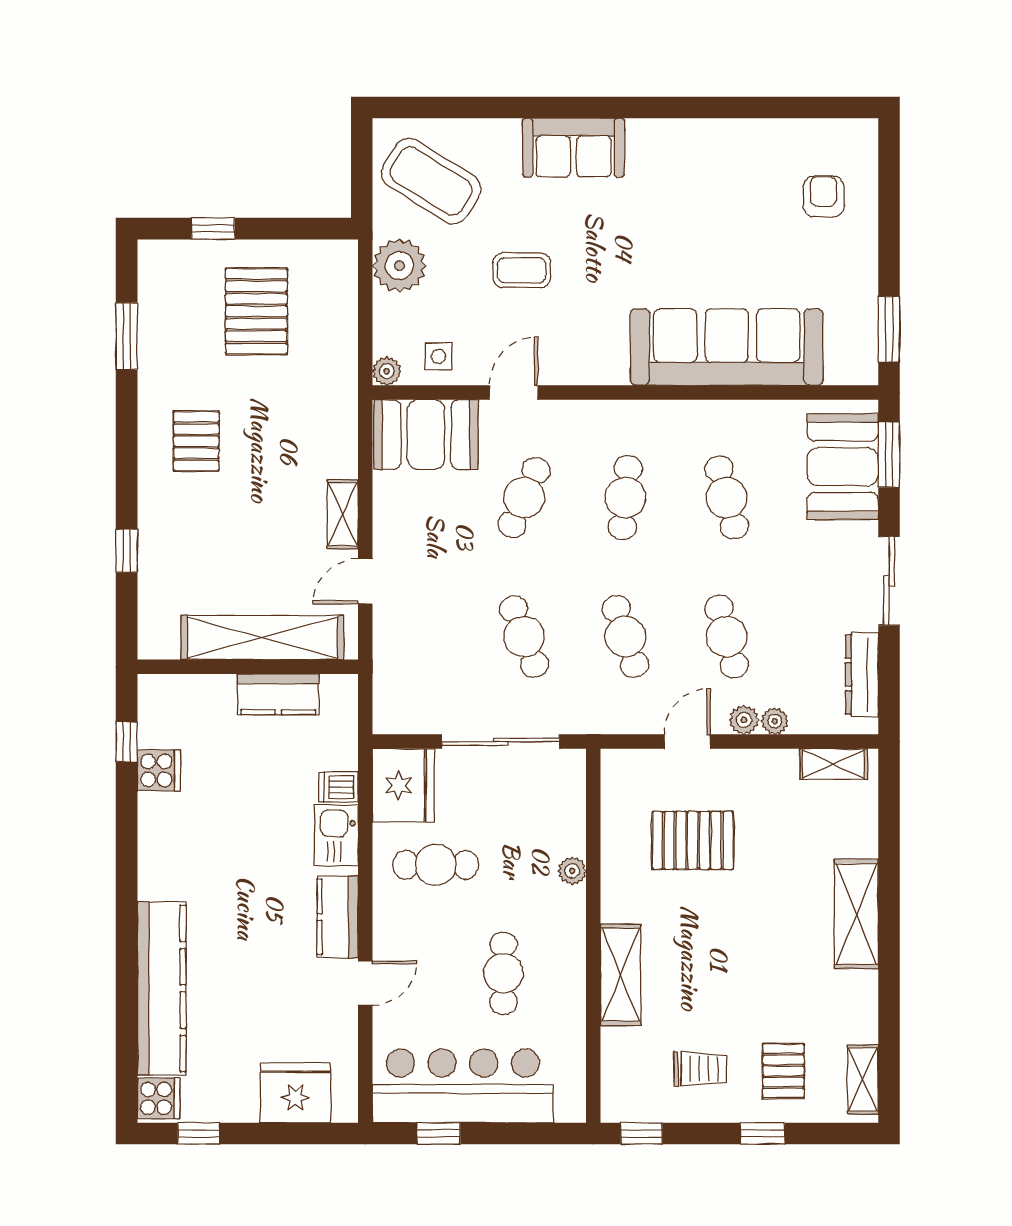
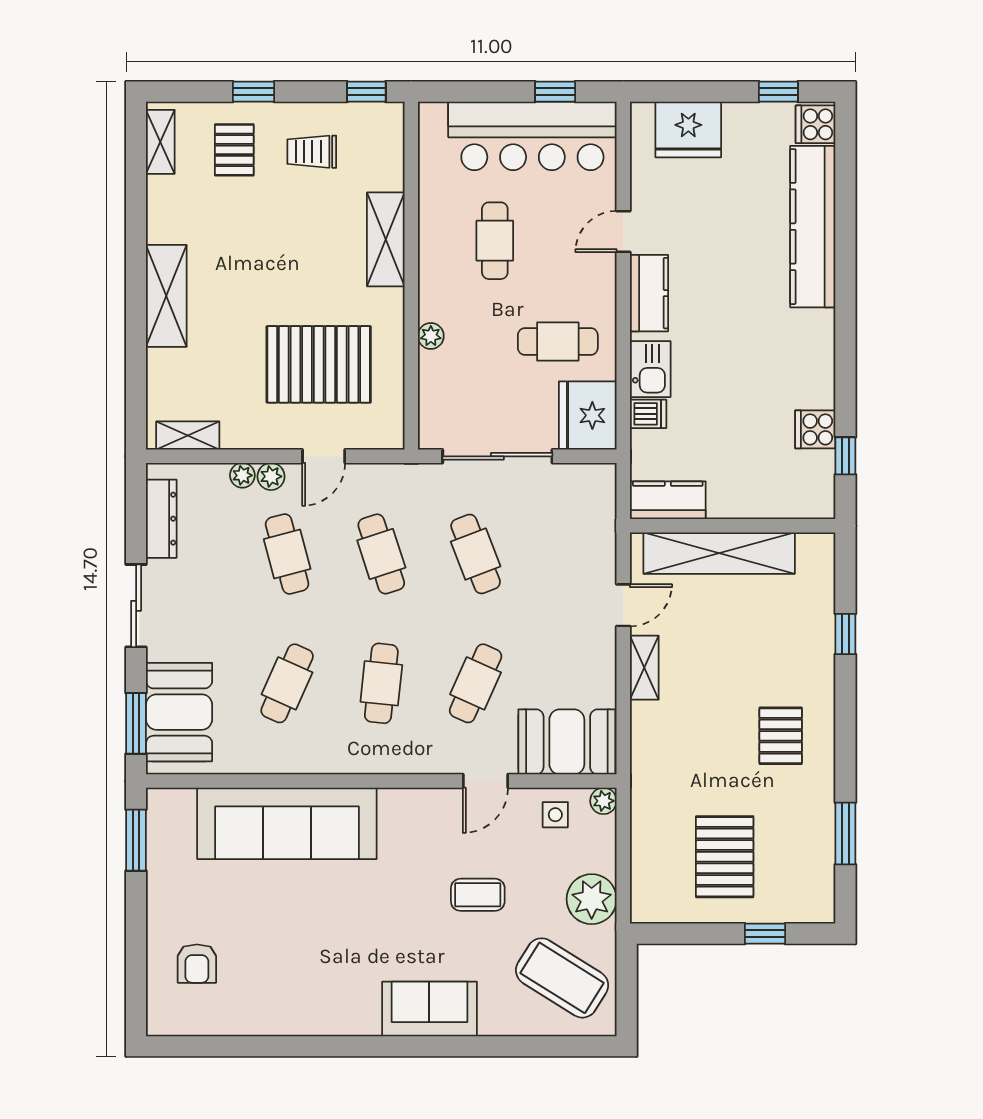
cafe table: (727, 498) -> (287, 683), turned 39
kitchen counter: (278, 694) -> (668, 500), moved
pallet: (693, 840) -> (319, 364), width x1.37, depth x1.41

